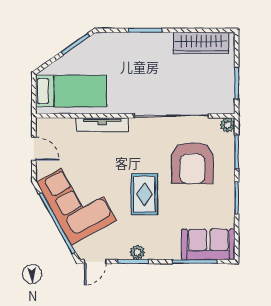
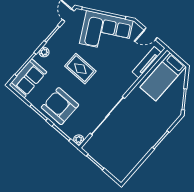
wardrobe: (201, 43) -> (131, 162), removed
tv unit: (102, 125) -> (147, 62), moved
armchair: (192, 163) -> (60, 106), moved
plant: (137, 252) -> (44, 52), moved

